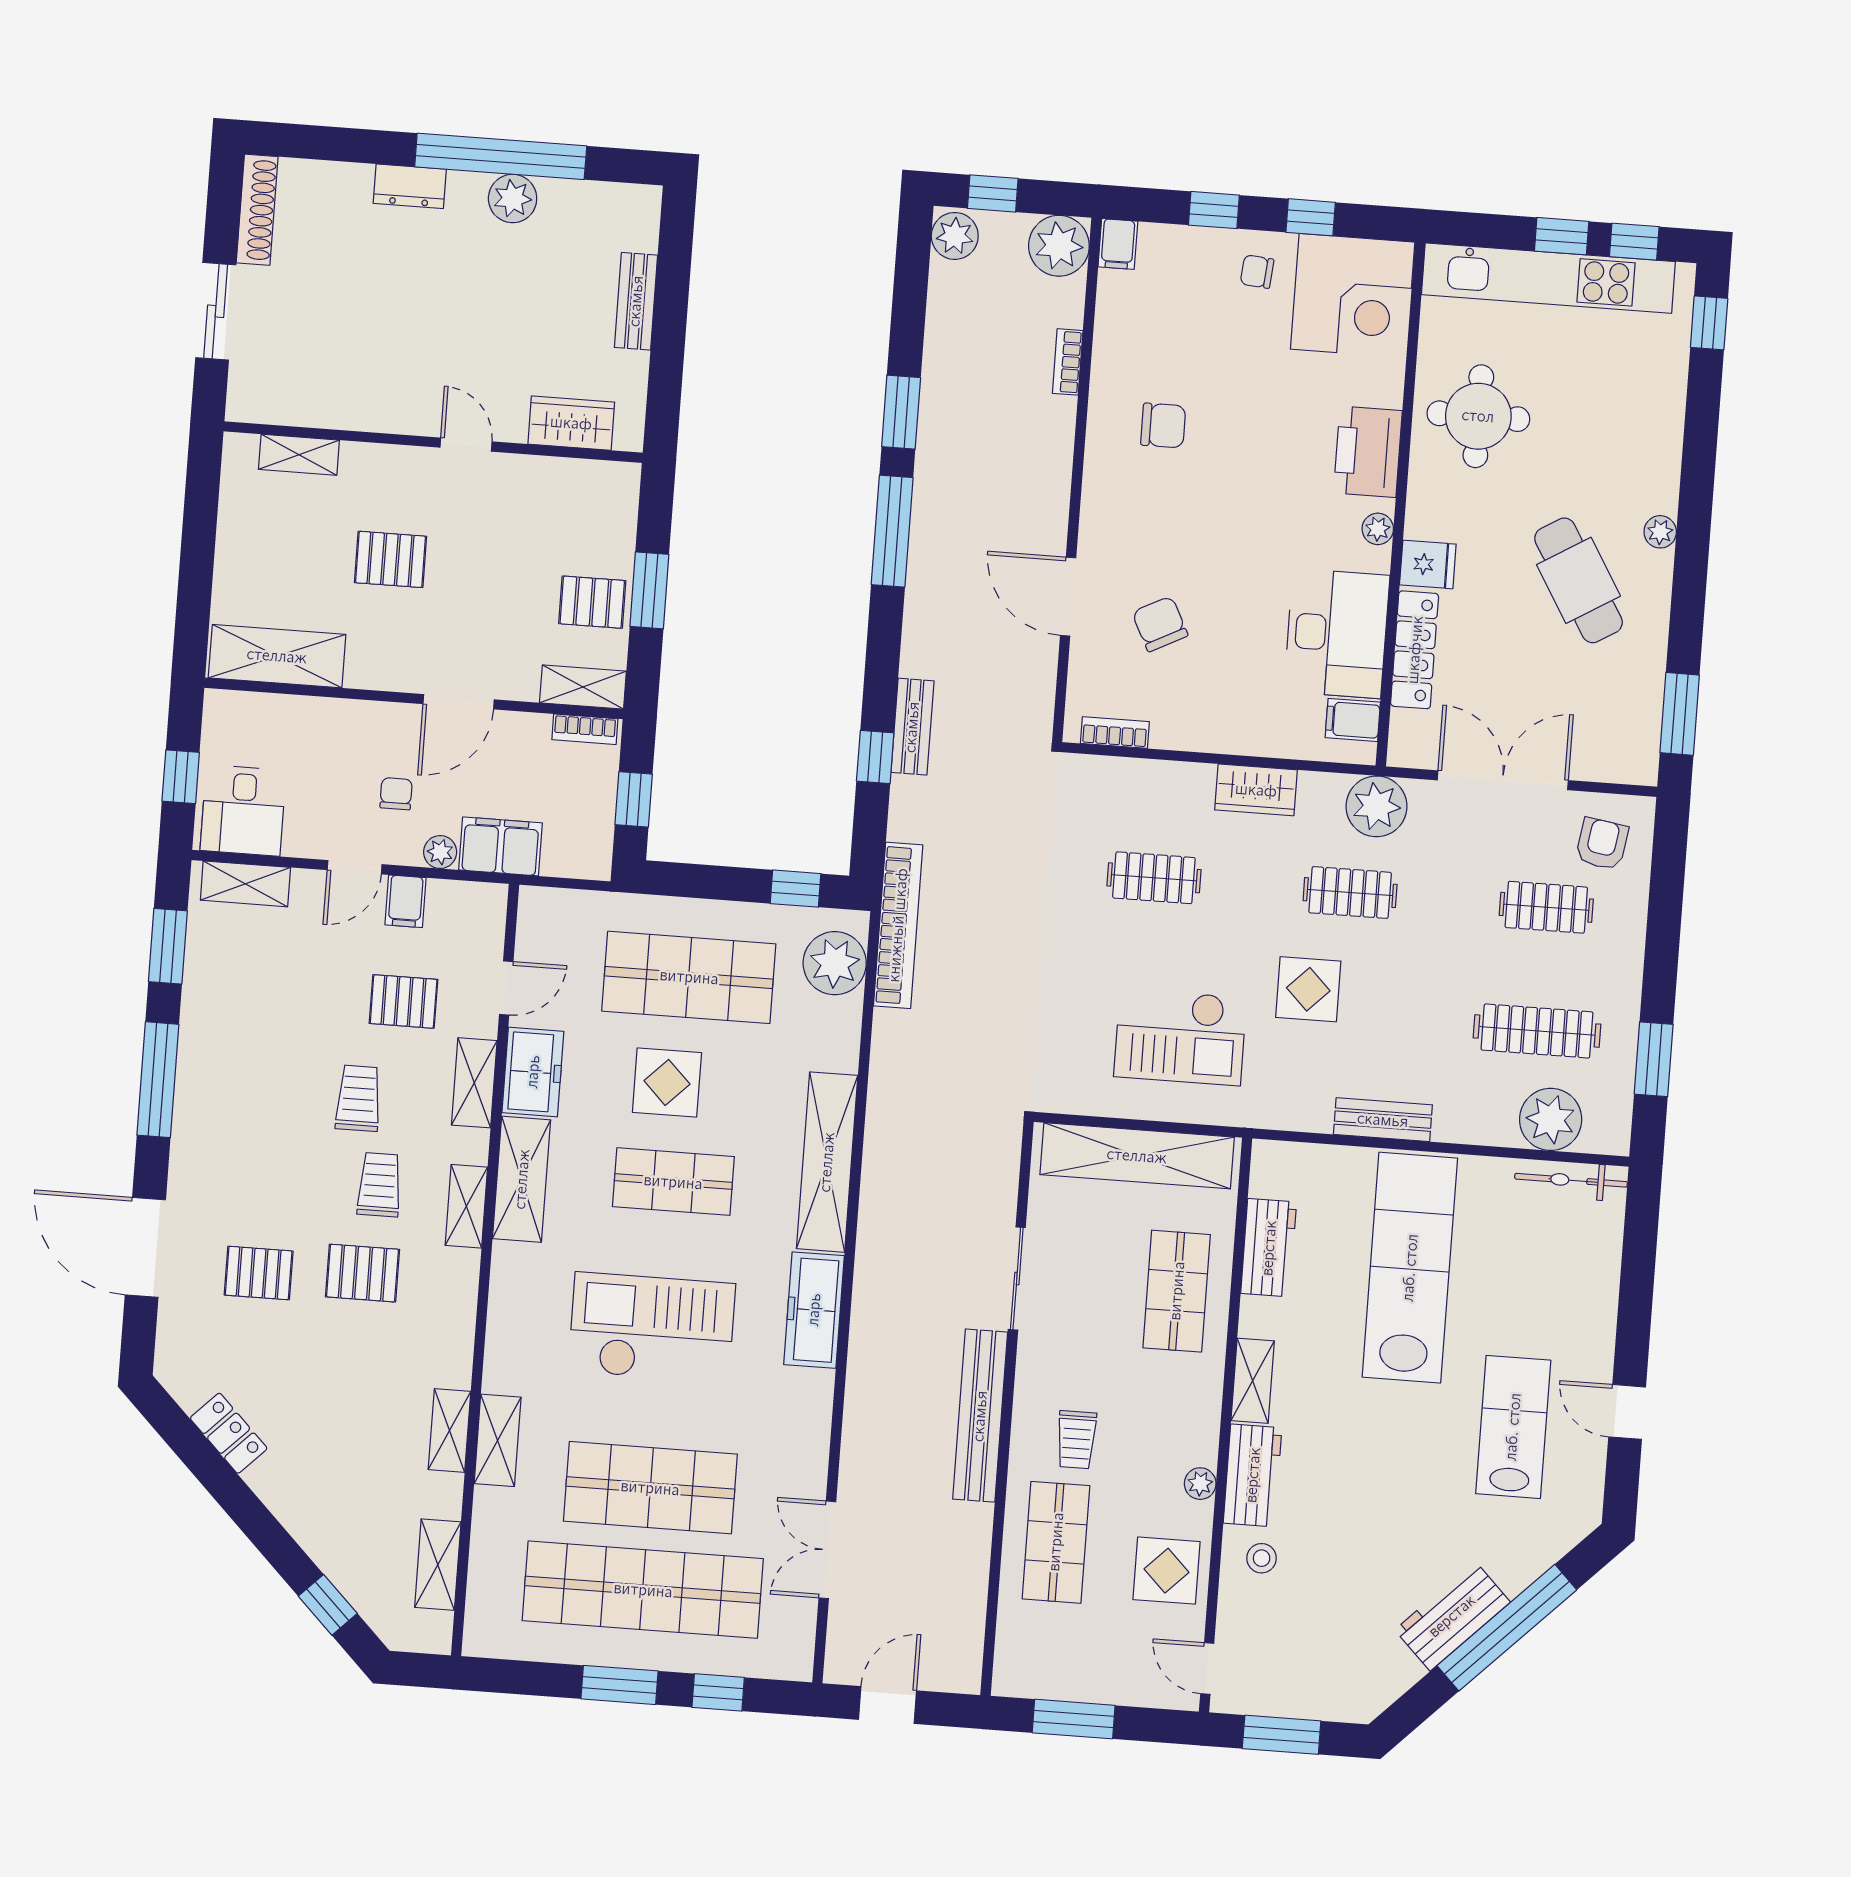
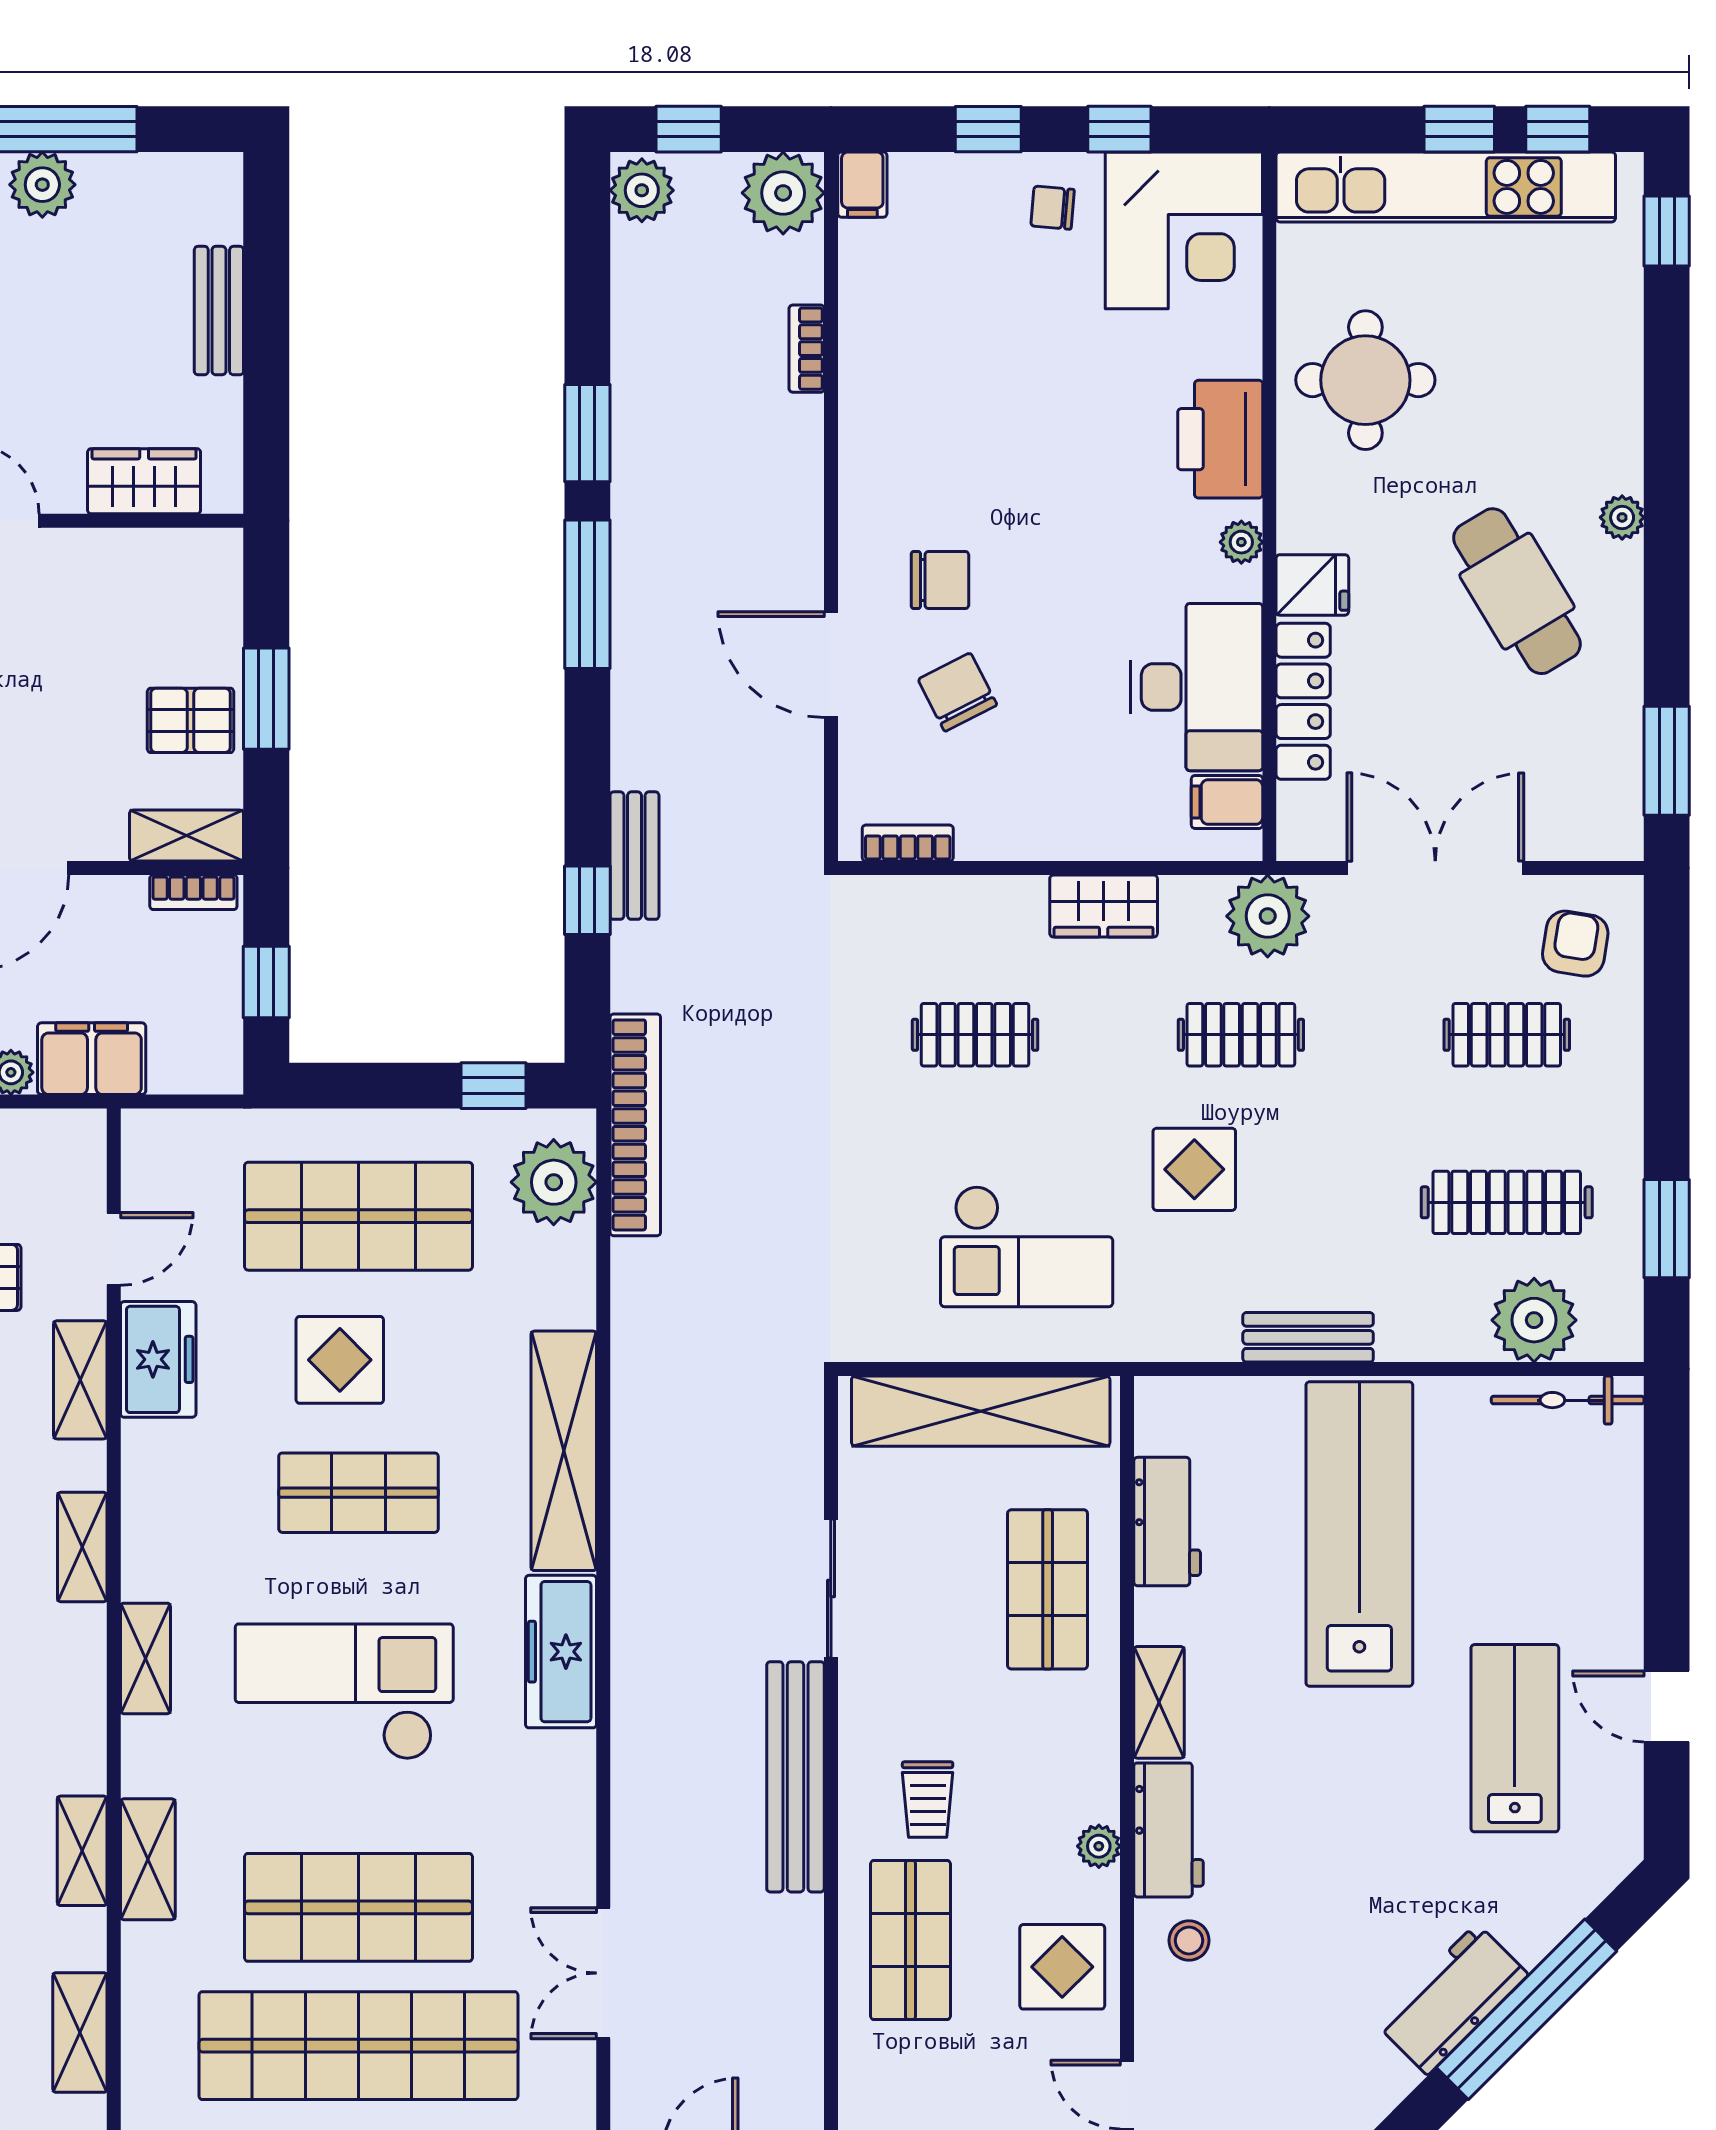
chair: (1163, 426) -> (940, 580), moved
shelving: (522, 1179) -> (145, 1658), moved, width x0.67, depth x0.75

